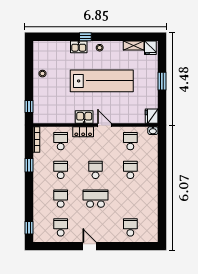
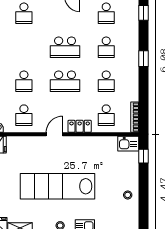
kitchen sink: (84, 117) -> (128, 144), moved
door: (104, 125) -> (54, 134), swing flipped
window: (29, 165) -> (144, 59), moved
school desk: (96, 170) -> (65, 81), width x1.85

